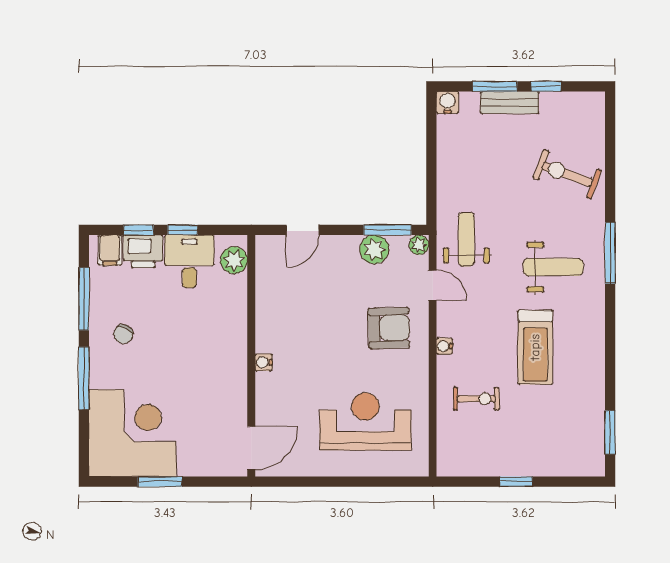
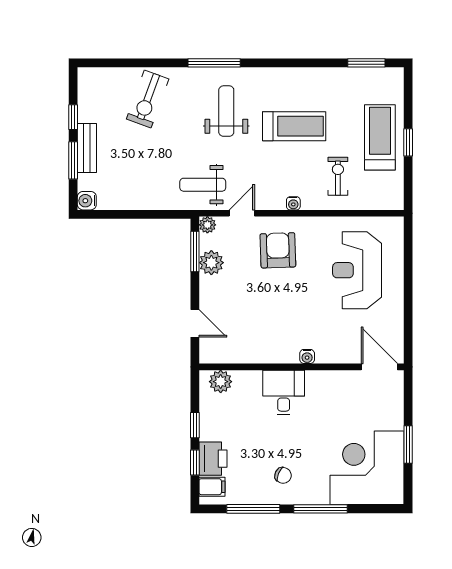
desk: (189, 261) -> (284, 392), moved, turned 90
treadmill: (522, 448) -> (380, 137), added

